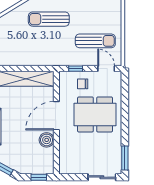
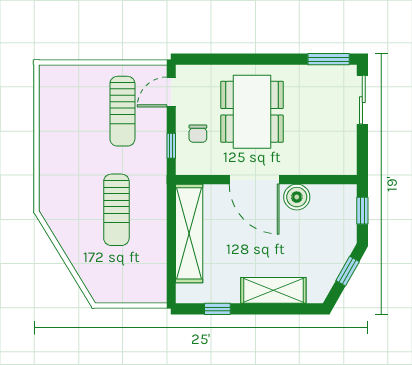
sun lounger: (49, 19) -> (116, 210), moved
sun lounger: (95, 41) -> (122, 111), turned 180

